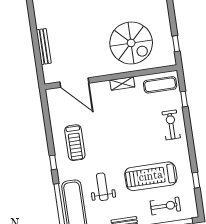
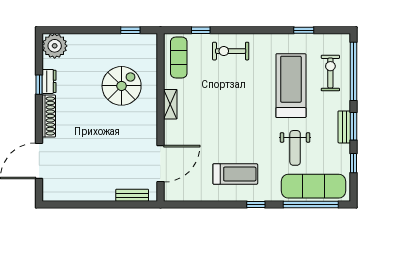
spiral stairs: (131, 43) -> (122, 86), width x0.73, depth x0.73
bench: (44, 46) -> (132, 195), moved, width x0.73
treadmill: (151, 176) -> (291, 86), turned 180
weight bench: (102, 187) -> (295, 148), turned -90

